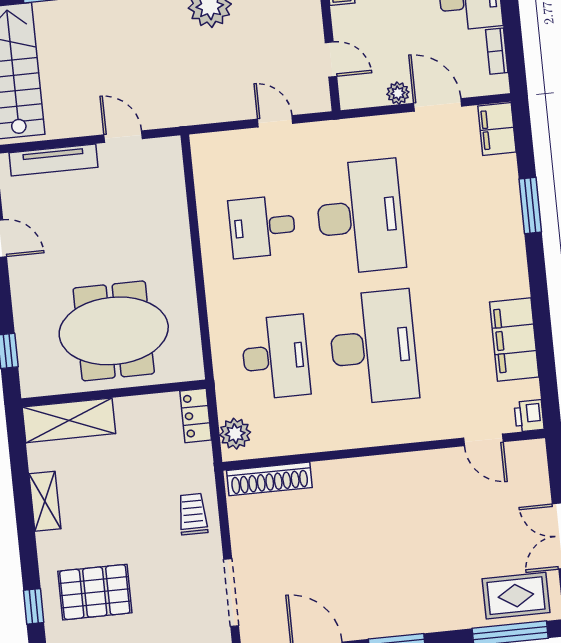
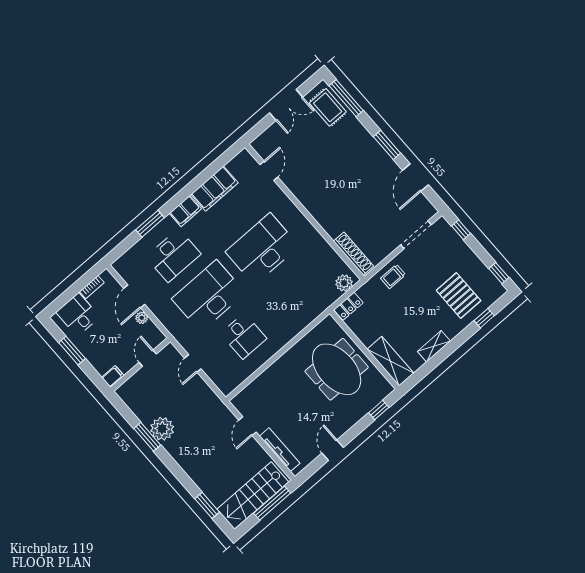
filing cabinet: (497, 129) -> (185, 211), moved
desk: (276, 357) -> (173, 255), moved, turned 180
printer: (529, 416) -> (244, 158), removed

